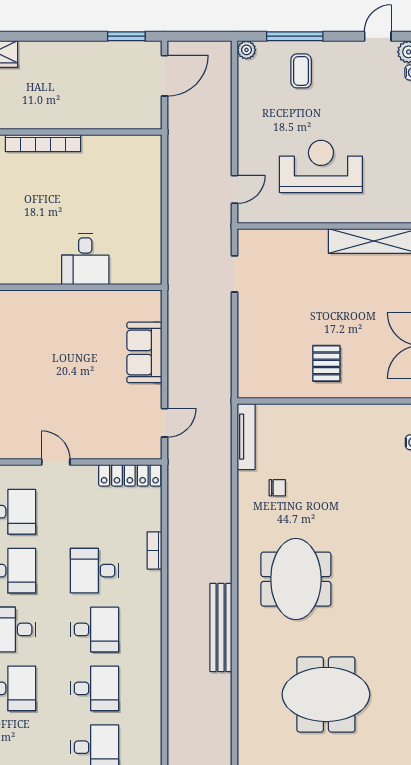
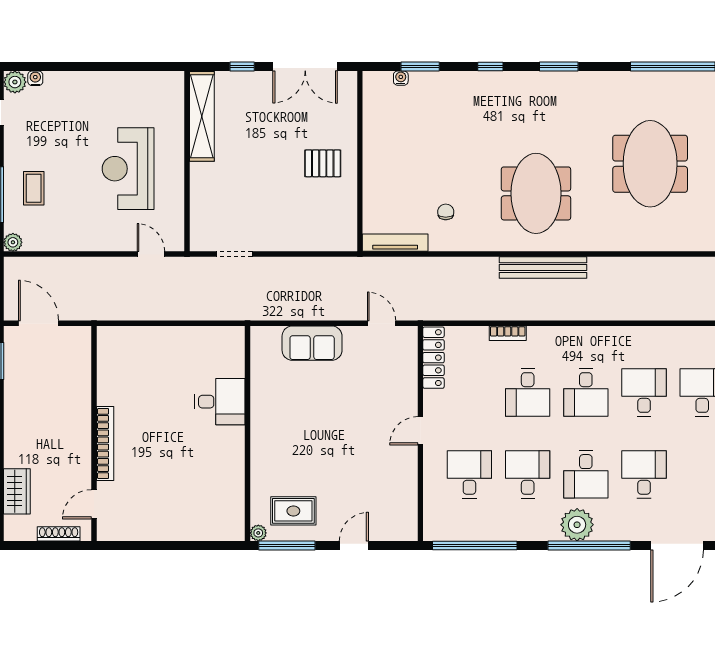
coffee table: (301, 71) -> (34, 188), turned 90
meeting table: (296, 579) -> (536, 193), turned 90
bench: (221, 628) -> (543, 268), moved
desk: (94, 629) -> (586, 393), turned 180

